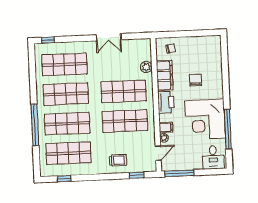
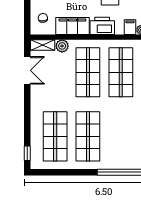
double door: (109, 37) -> (27, 70), moved
shelving: (146, 49) -> (43, 45), added
shop shelf: (67, 124) -> (121, 136), removed

